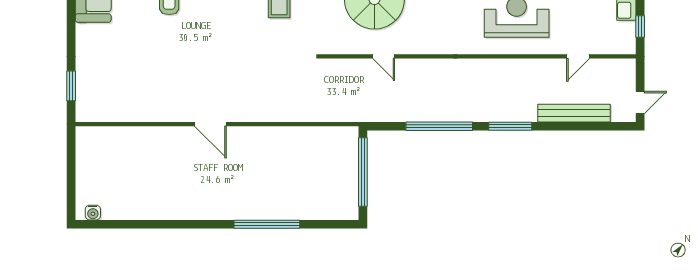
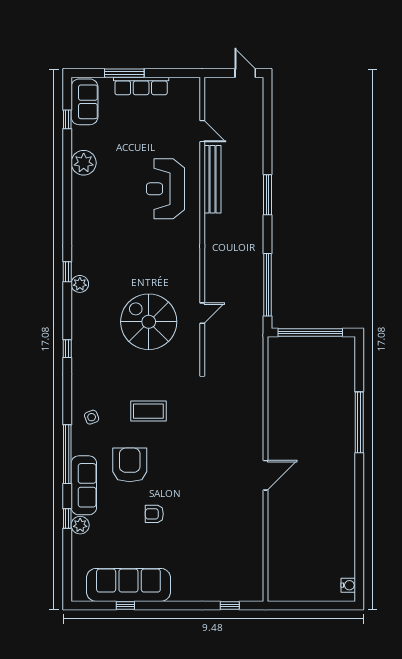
window: (640, 27) -> (174, 73), removed
window: (71, 86) -> (230, 606), width x0.67
bench: (574, 113) -> (212, 179), moved
window: (439, 126) -> (268, 285), moved

